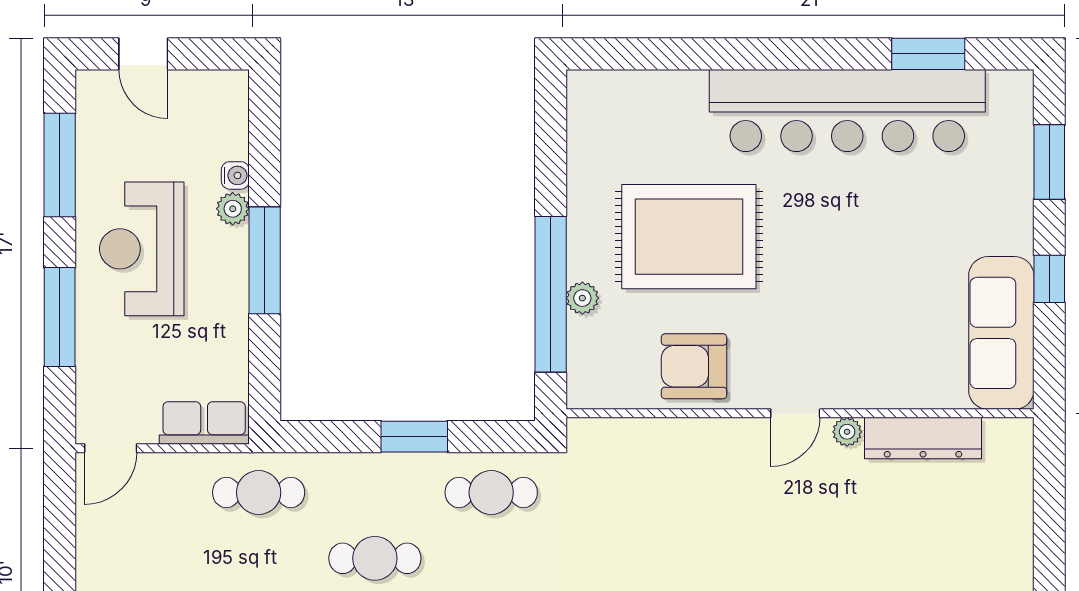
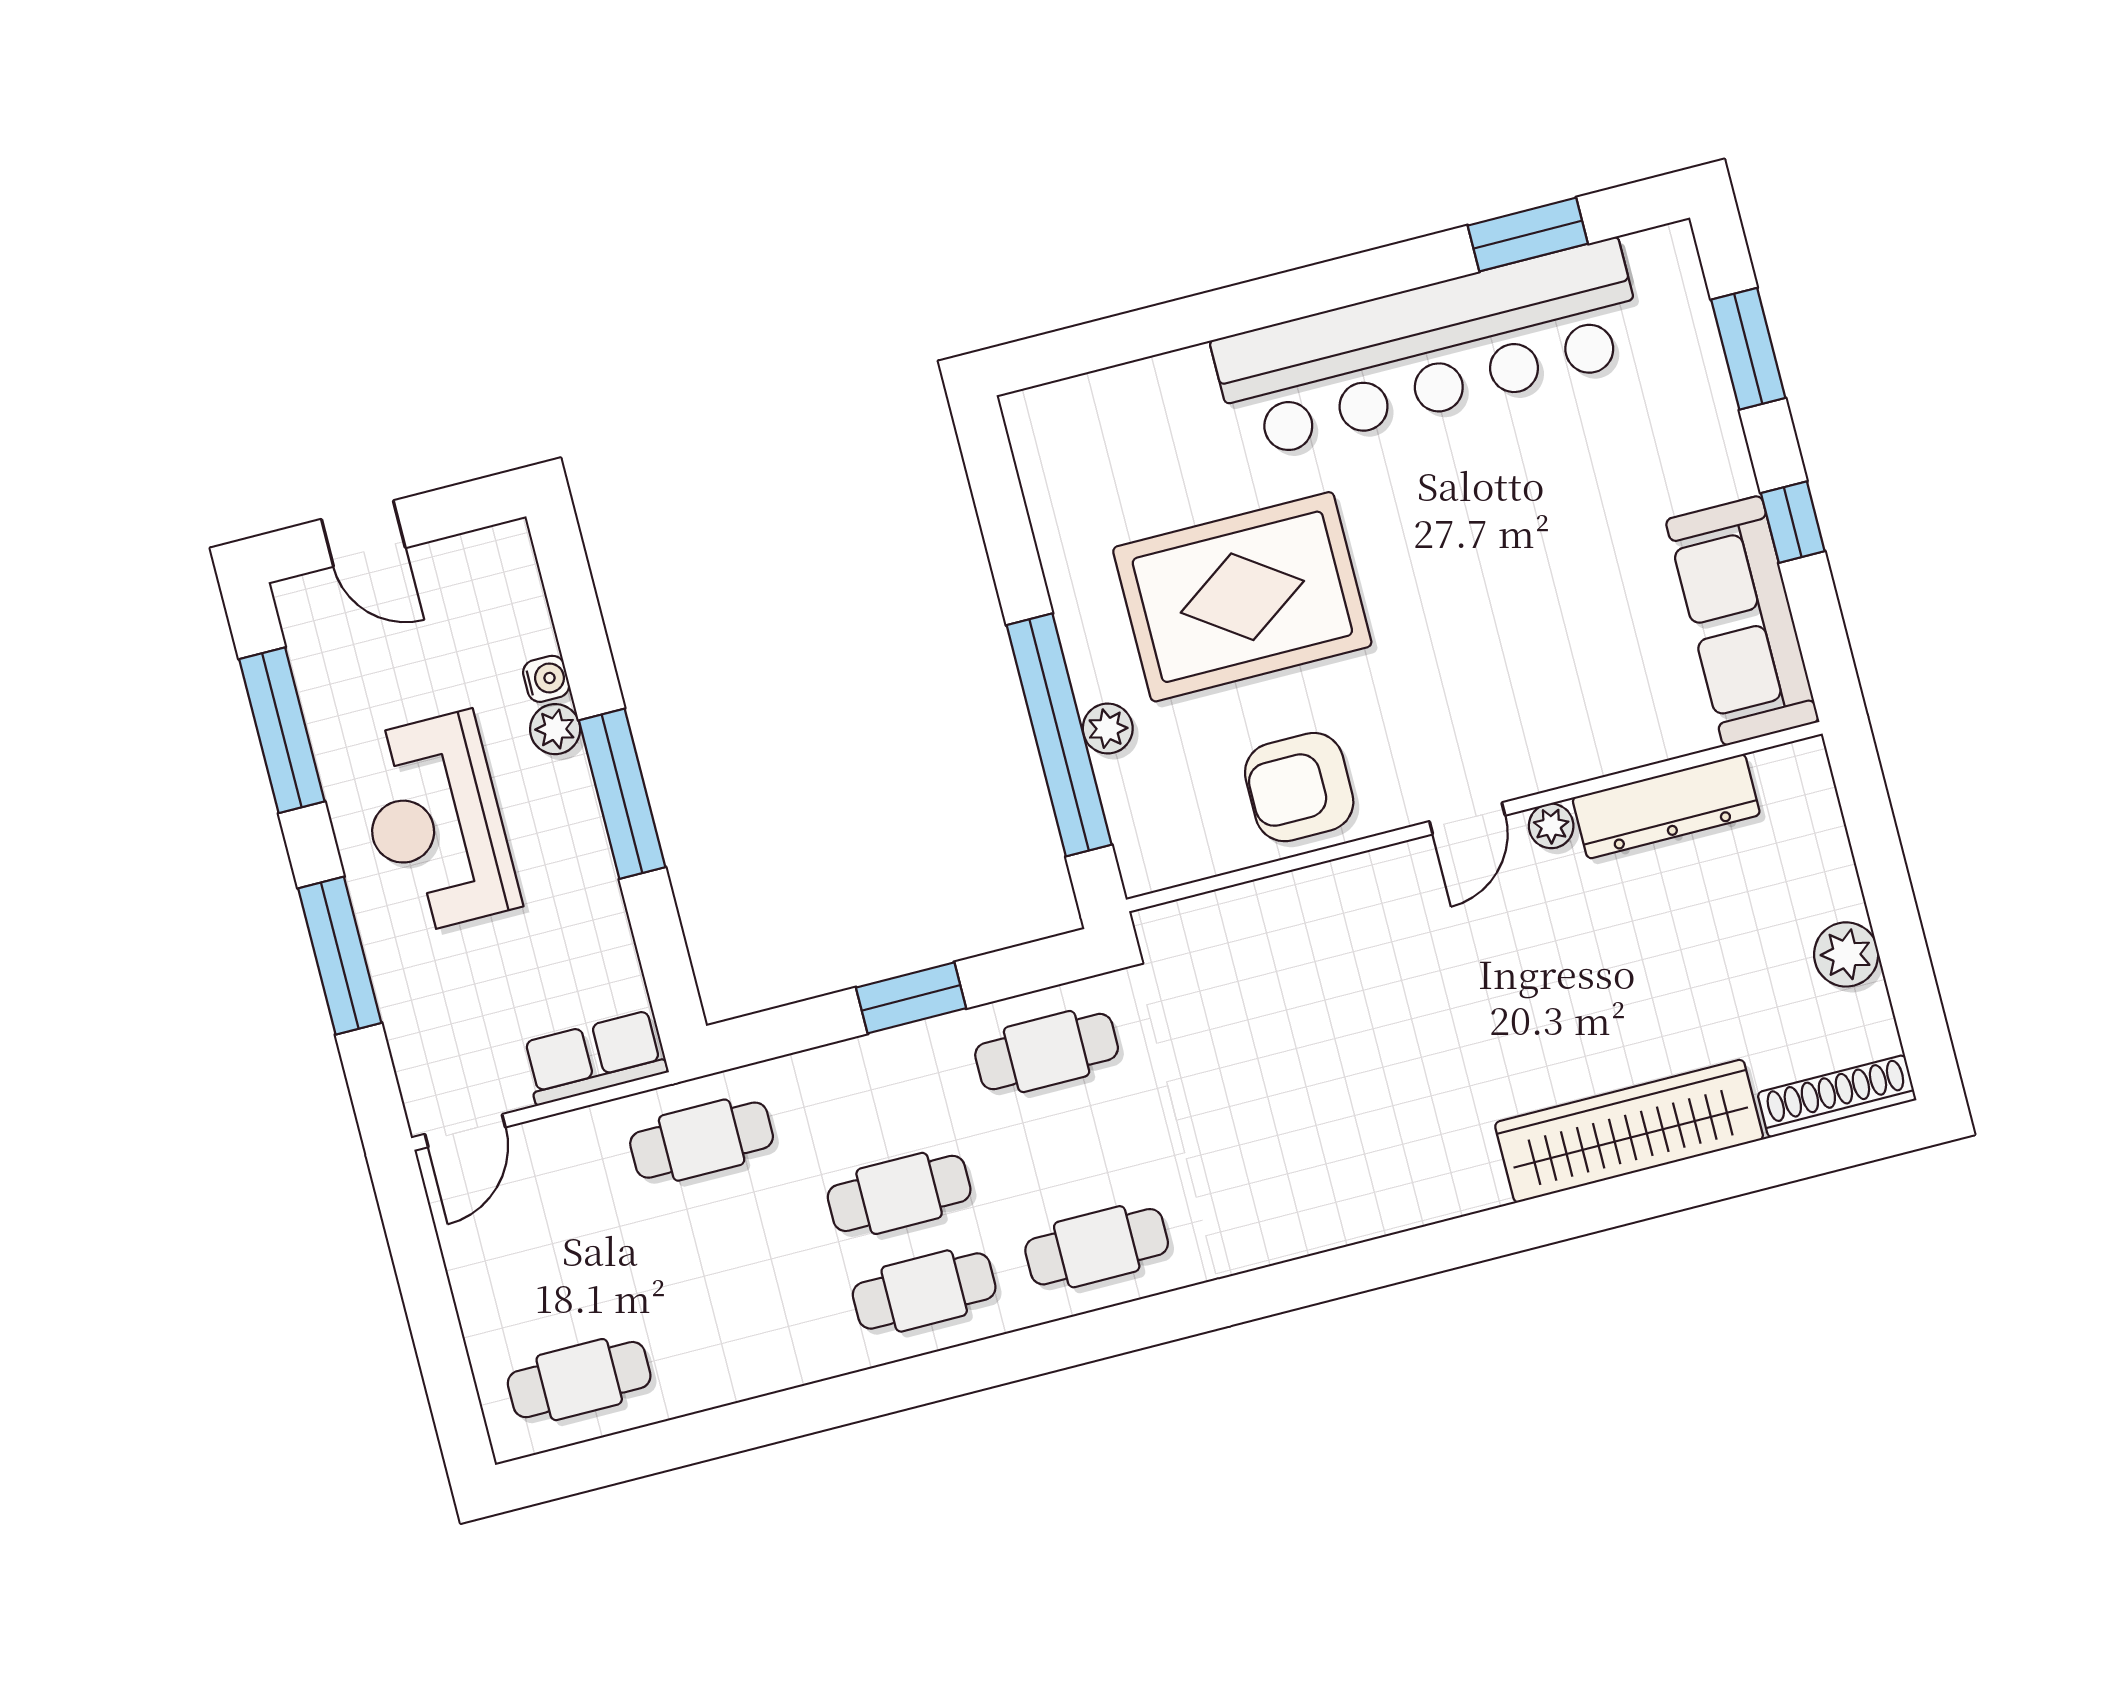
plant: (1013, 561) -> (1846, 954), added

